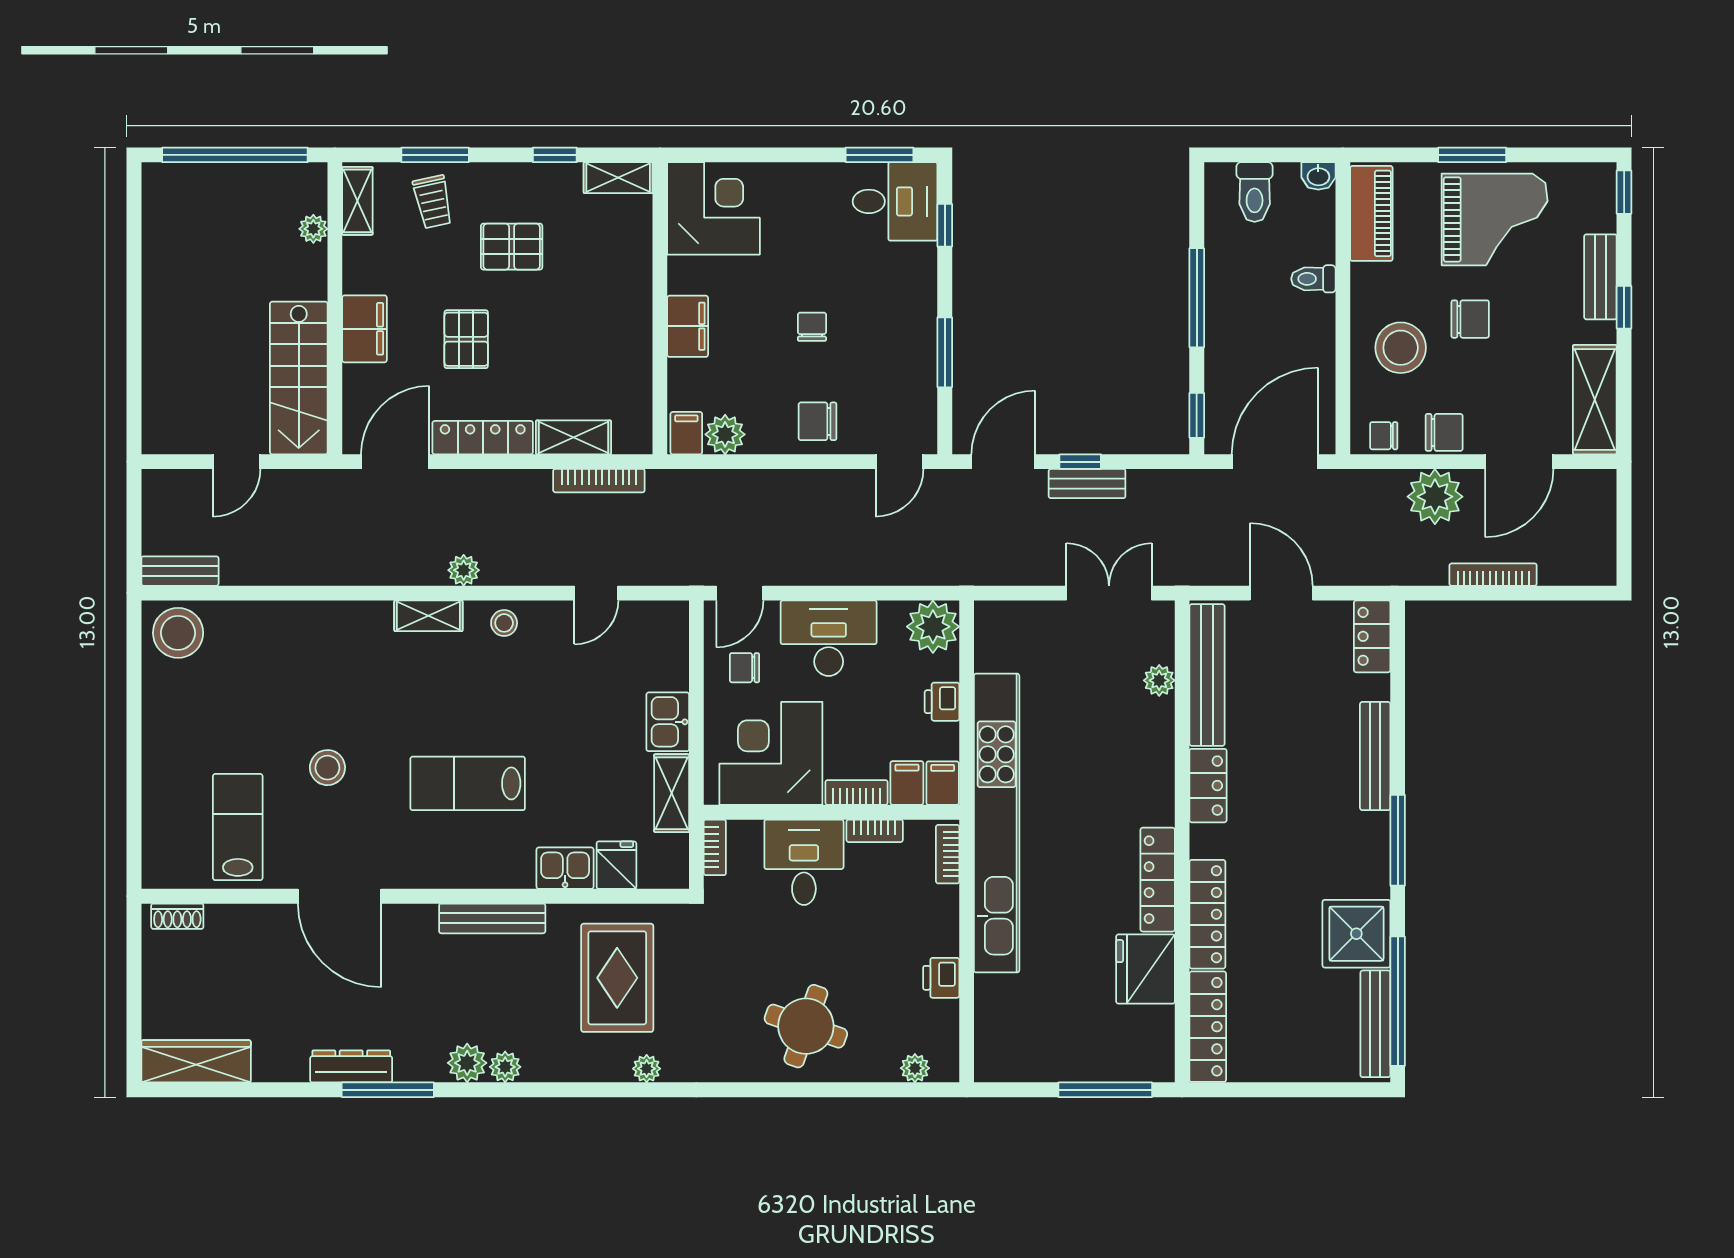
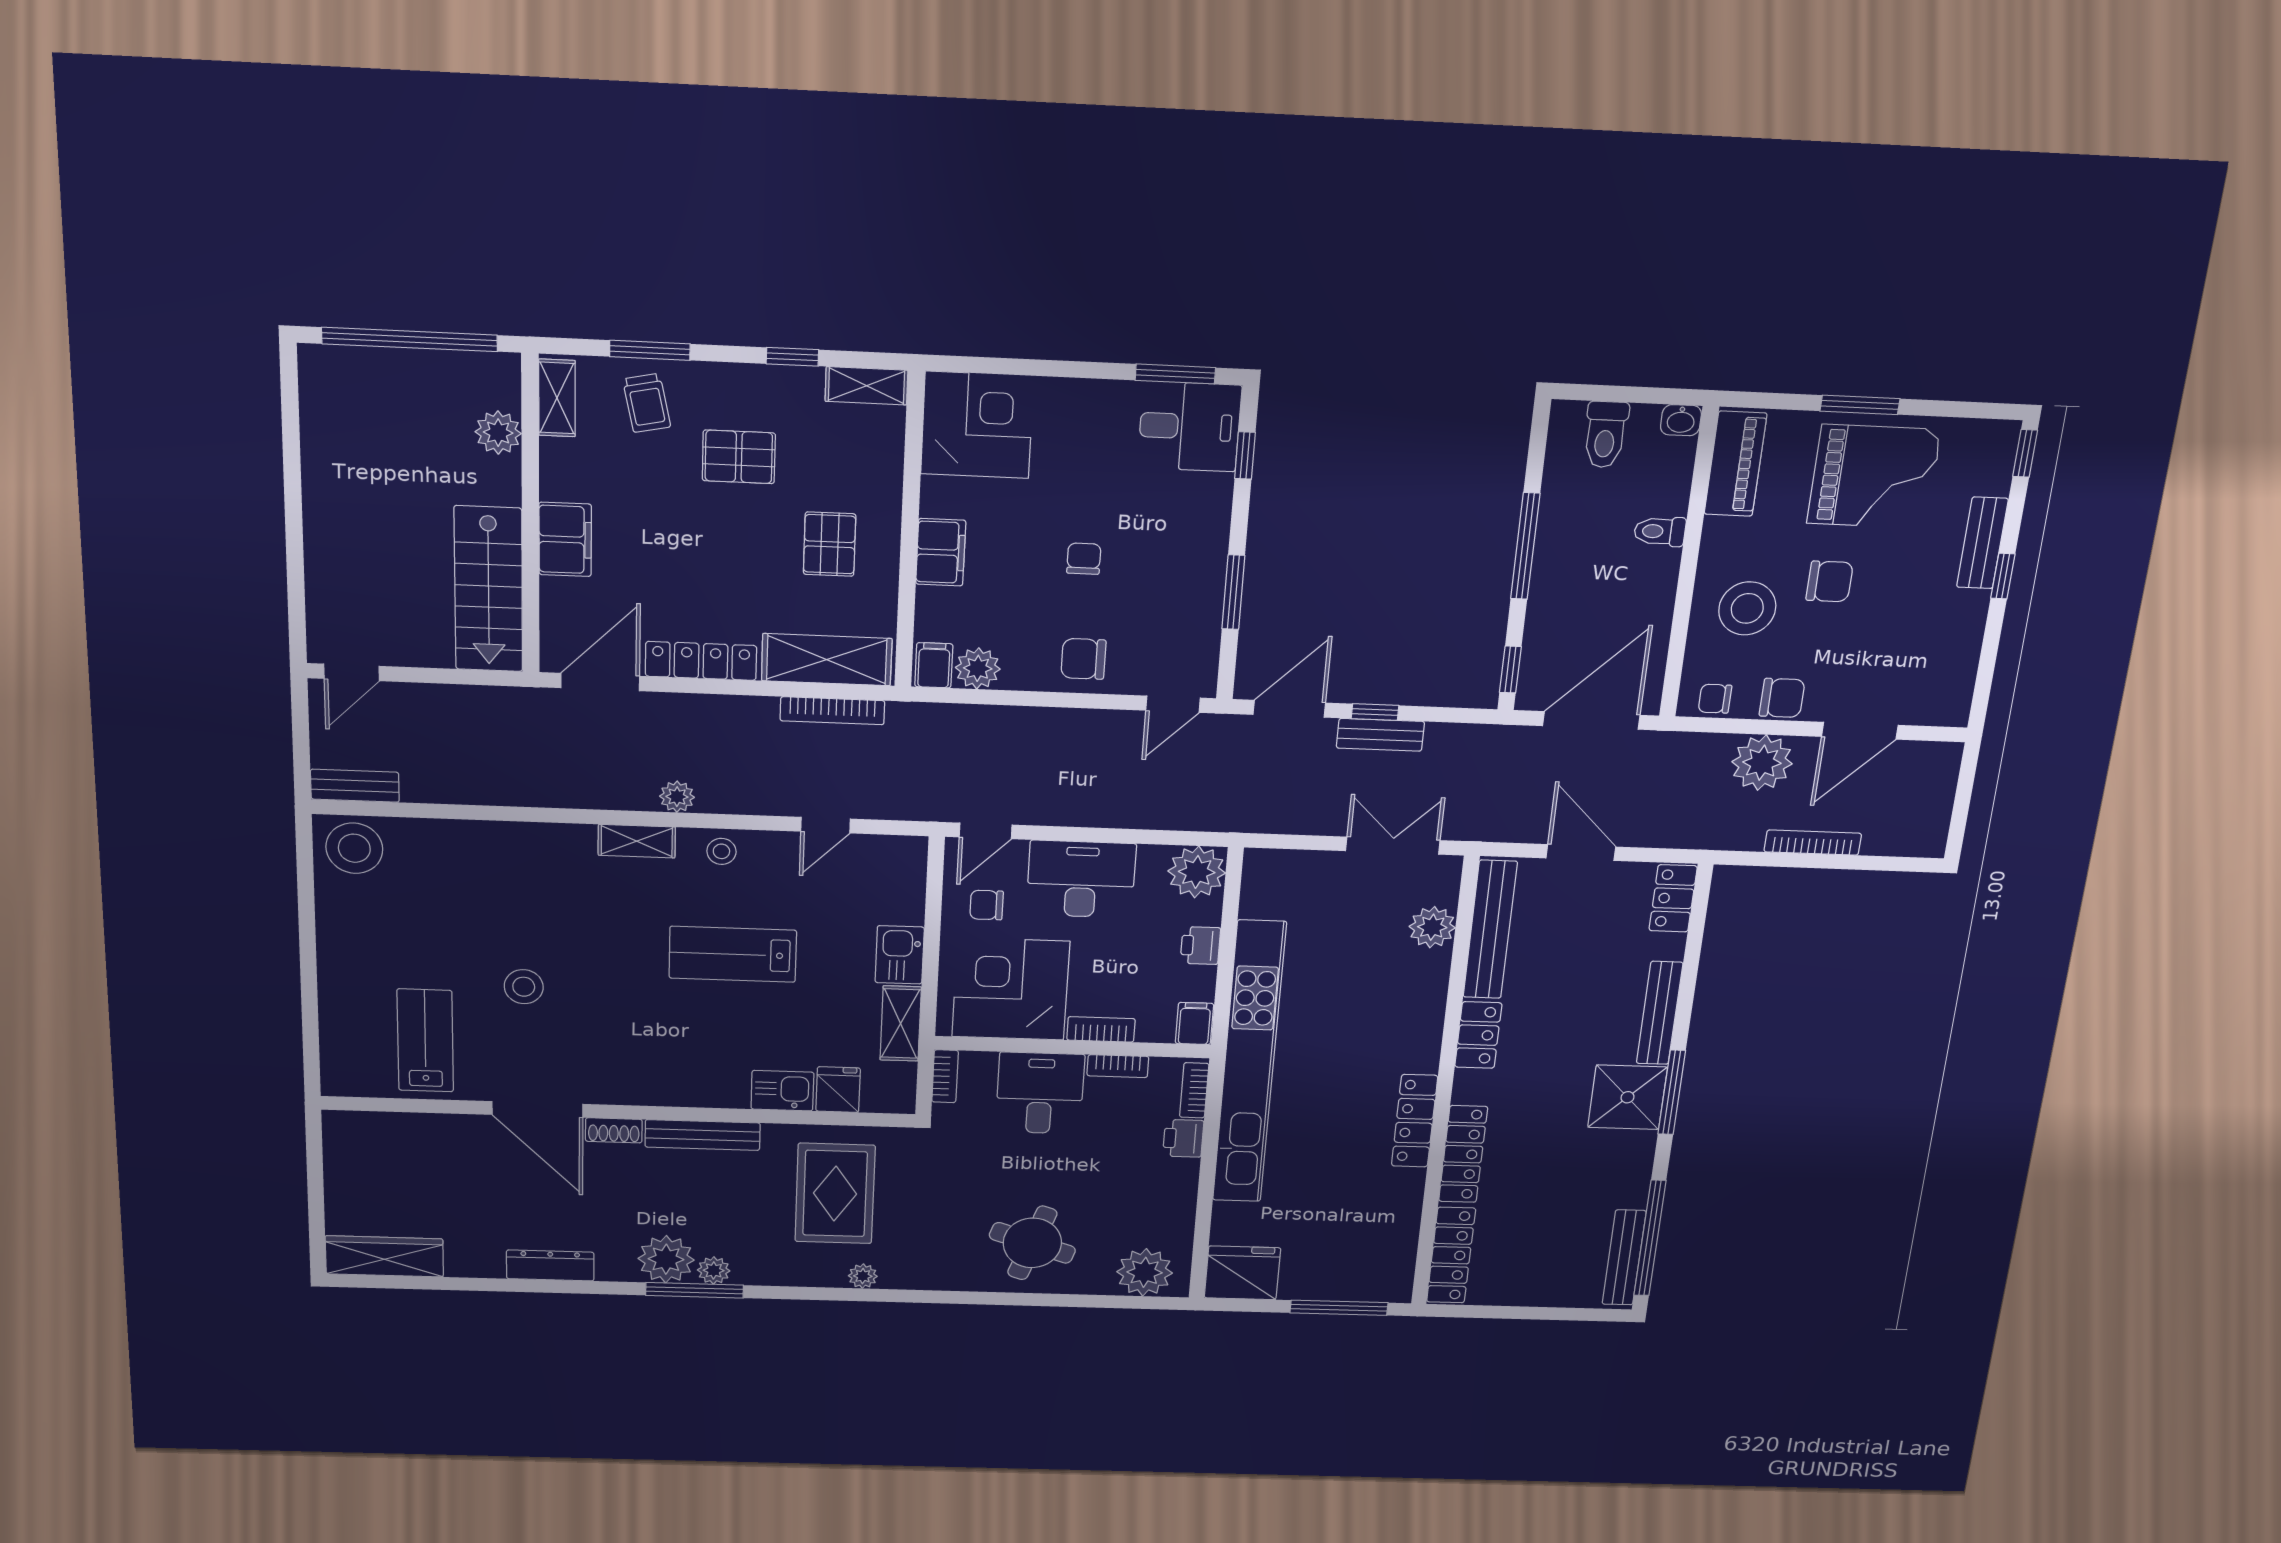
plant: (313, 229) -> (498, 433), width x1.38, depth x1.38
pallet: (466, 339) -> (830, 544), moved
shelving: (1595, 400) -> (1953, 671), removed
shelving: (574, 437) -> (827, 660), width x1.50, depth x1.33
door: (237, 462) -> (352, 672), moved
plant: (1159, 680) -> (1432, 927), width x1.38, depth x1.38
lab bench: (468, 783) -> (733, 954), moved
filing cabinet: (907, 783) -> (1156, 1022), removed
shoe rack: (177, 916) -> (614, 1130), moved
shower: (1356, 934) -> (1628, 1097), moved
fridge: (1145, 969) -> (1242, 1273), moved, turned 90
printer: (941, 978) -> (1183, 1138), moved
plant: (467, 1063) -> (666, 1259), width x1.36, depth x1.36
plant: (915, 1068) -> (1145, 1272), width x1.87, depth x1.87
window: (388, 1090) -> (695, 1290), moved

